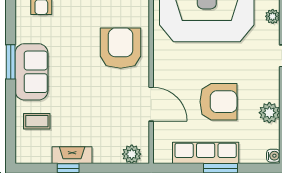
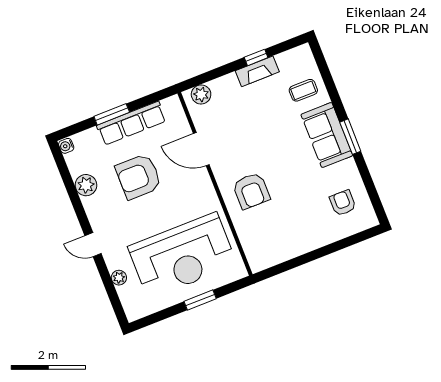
armchair: (121, 48) -> (251, 191), width x0.73, depth x0.73

